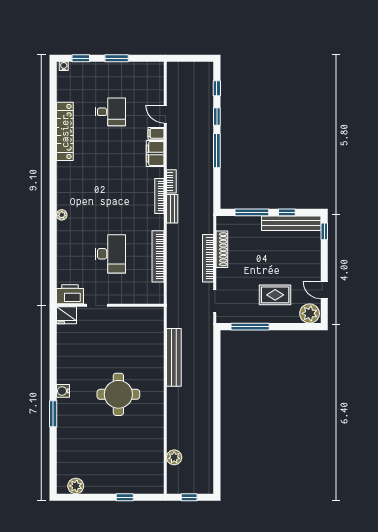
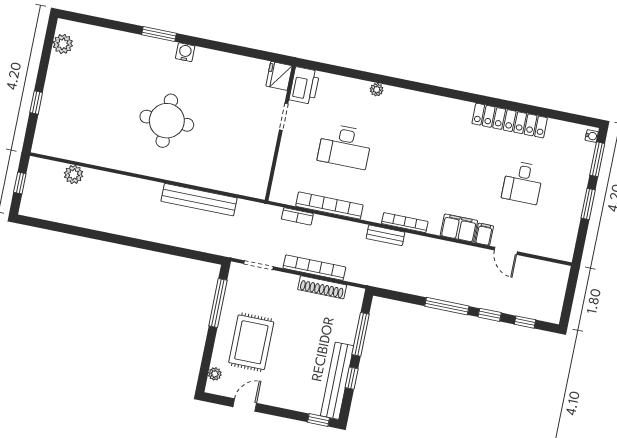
window: (81, 58) -> (597, 159), width x1.50
door: (165, 114) -> (506, 251), swing flipped
bookcase: (171, 181) -> (297, 216), moved
plant: (62, 215) -> (377, 90), moved
rug: (275, 295) -> (251, 342), width x1.36, depth x1.43
plant: (310, 313) -> (215, 374), width x0.53, depth x0.53

